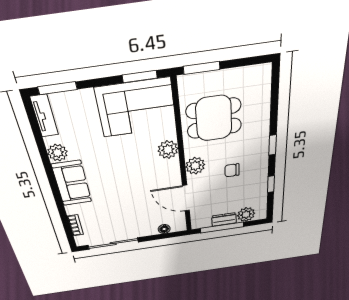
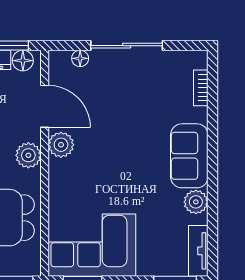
plant: (168, 150) -> (61, 145), moved
floor lamp: (204, 222) -> (23, 61), added
sliding door: (113, 244) -> (127, 46), moved

